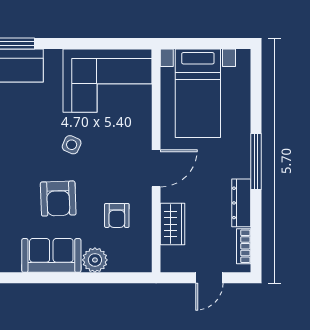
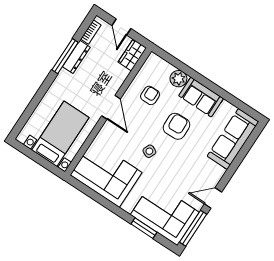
window: (256, 161) -> (65, 56), moved
door: (156, 168) -> (111, 107), swing flipped
wardrobe: (173, 224) -> (132, 55), moved
door: (209, 278) -> (121, 27), swing flipped

